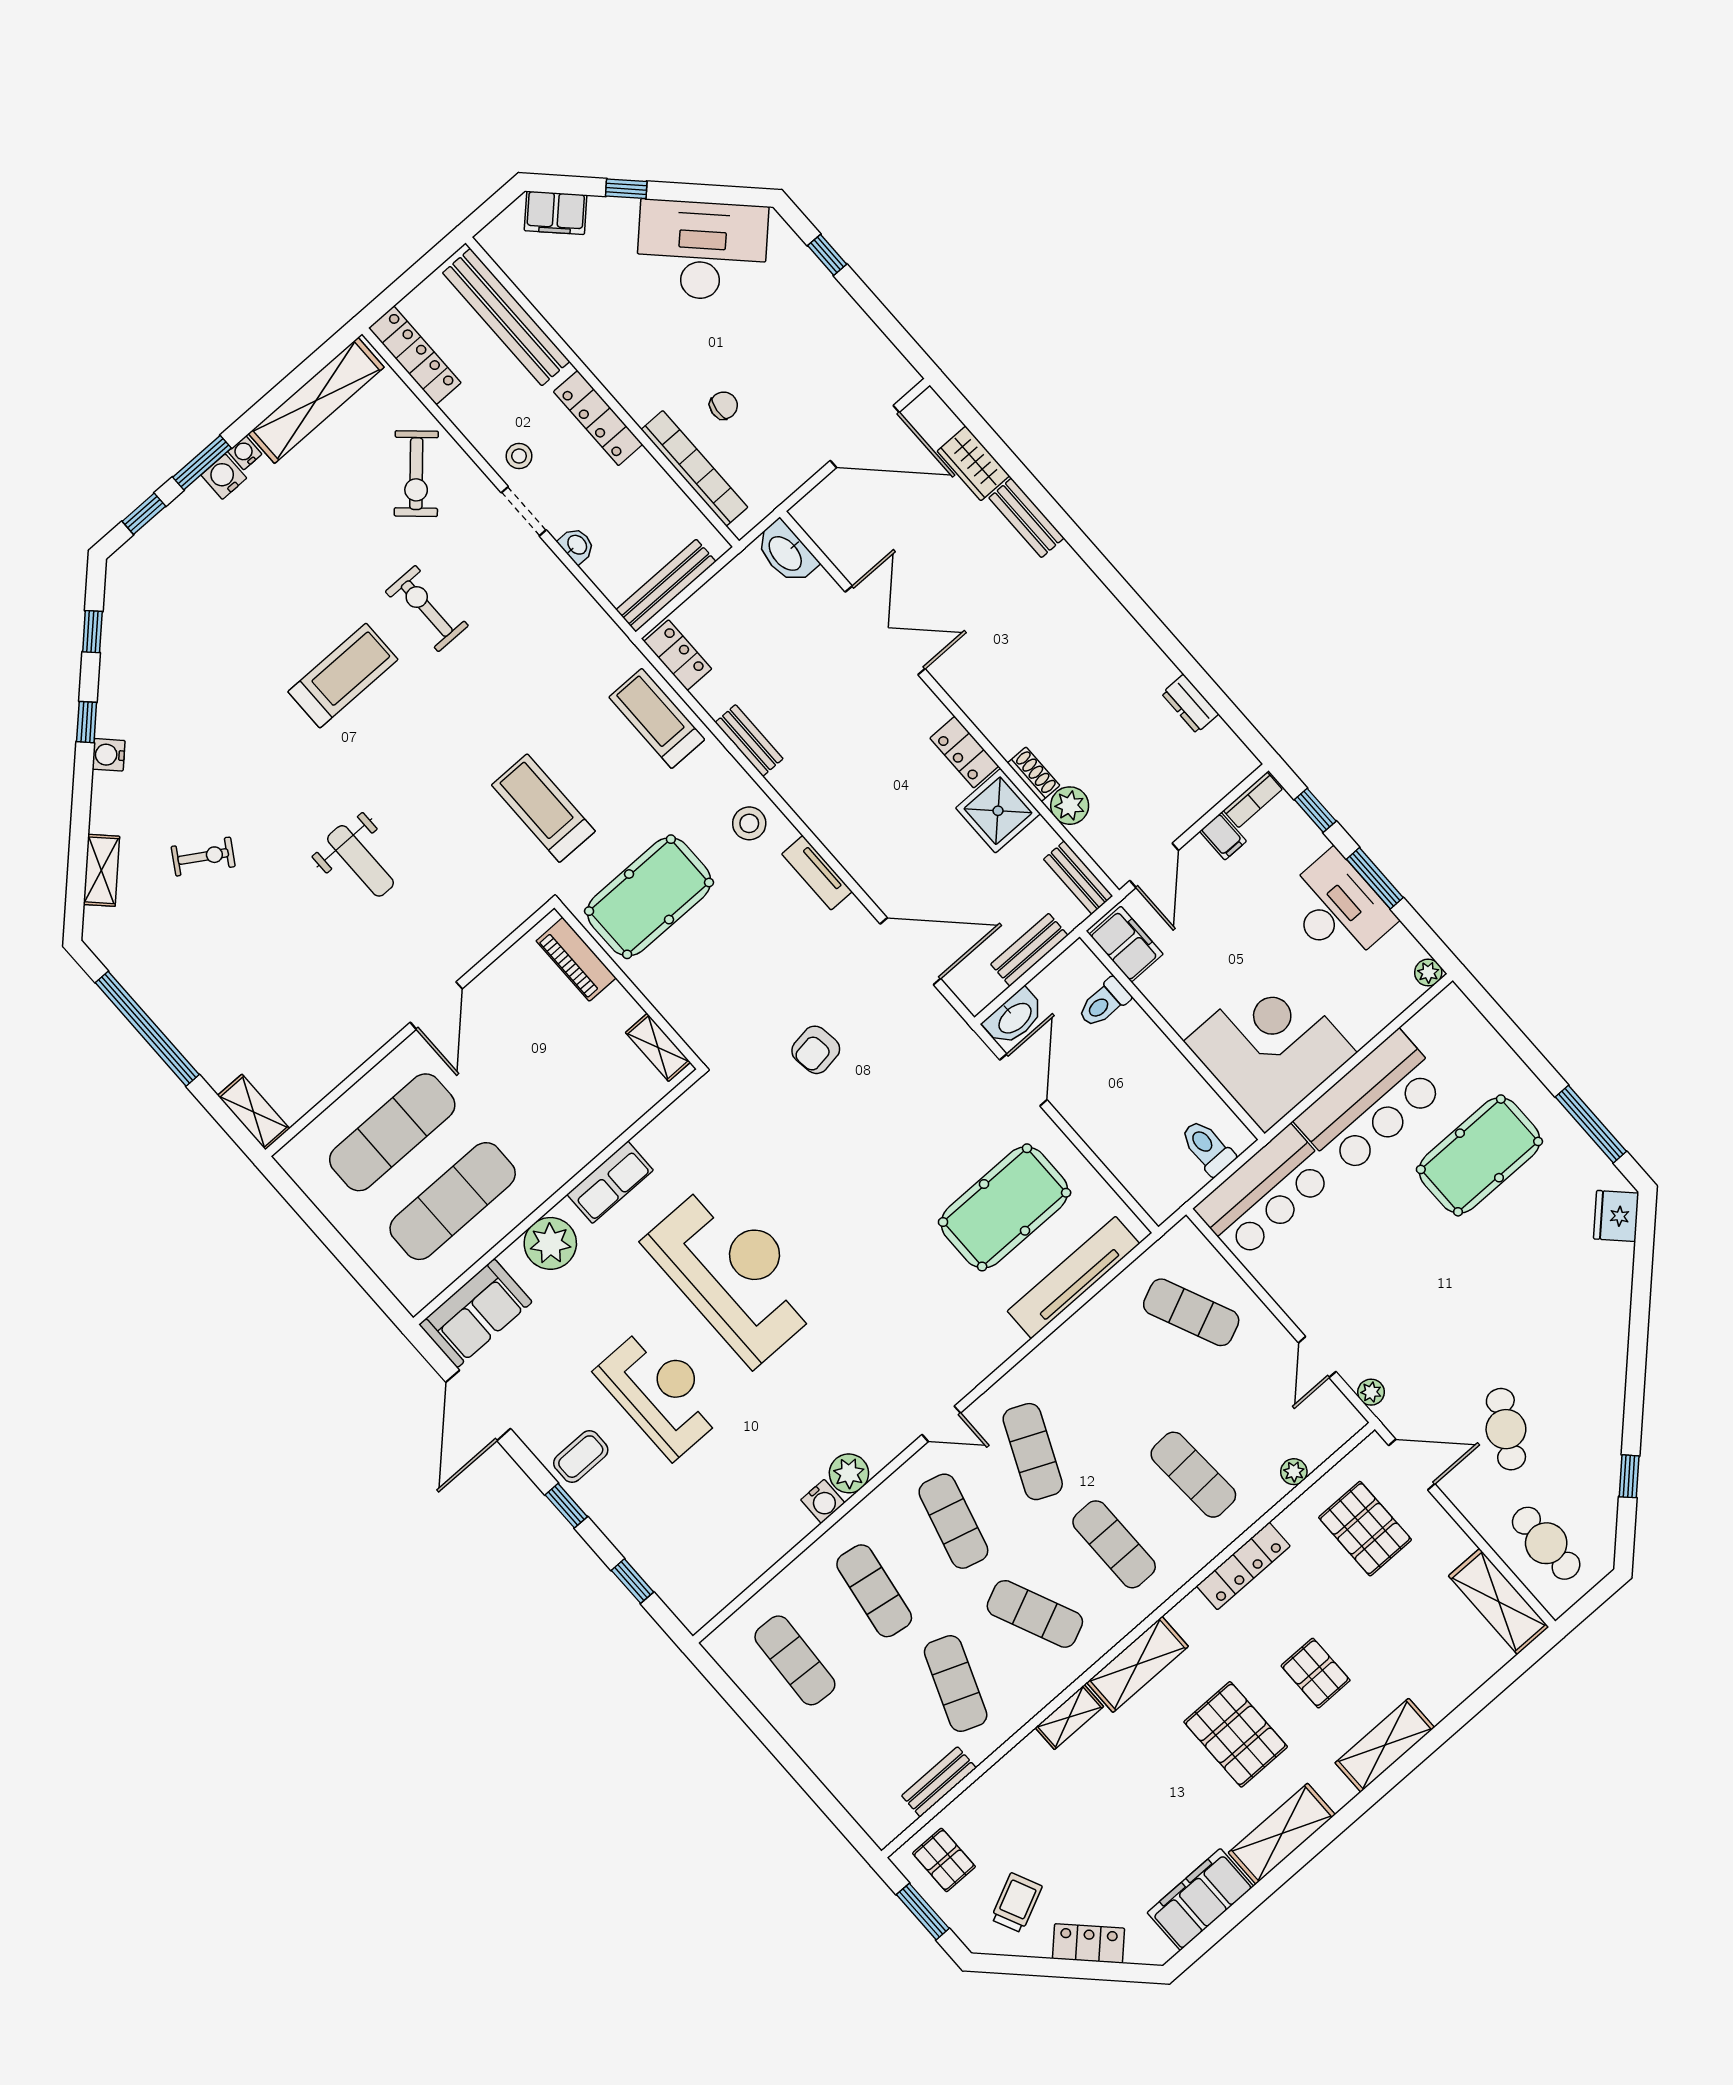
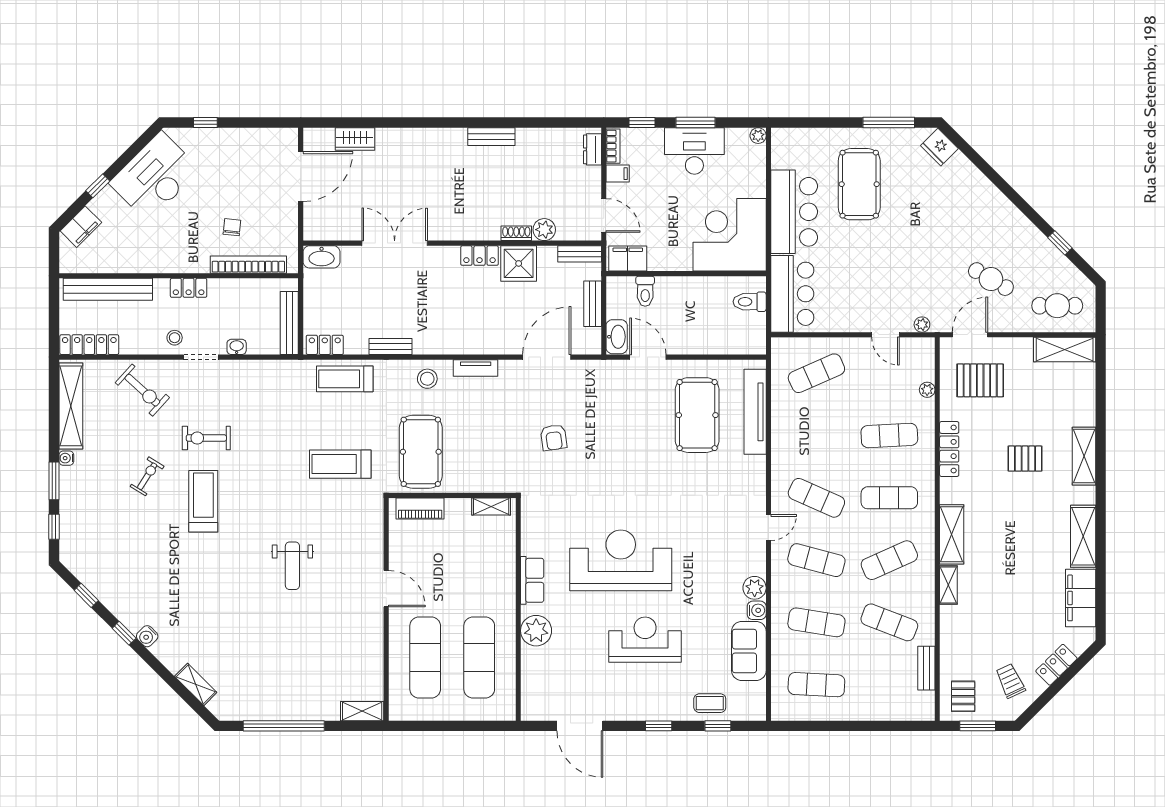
locker: (598, 418) -> (189, 288), width x0.66
water cooler: (224, 477) -> (69, 477), removed
bench: (1026, 518) -> (491, 137), moved
dresser: (1190, 704) -> (592, 149), moved, turned 90
exercise bike: (203, 857) -> (147, 476), moved
weight bench: (361, 861) -> (292, 566), turned 90
sofa: (476, 1313) -> (749, 651), moved, turned 180
coffee table: (581, 1457) -> (710, 703), moved, turned 90
pallet: (1236, 1734) -> (1021, 518), removed
pallet: (944, 1860) -> (963, 696), turned 90

